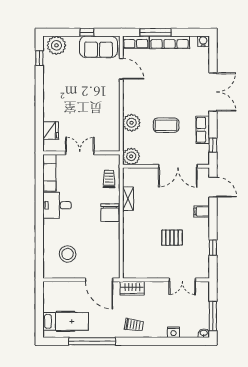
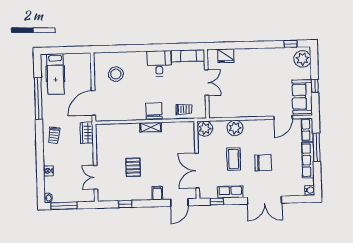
chair: (171, 92) -> (263, 163), added
shelving: (128, 199) -> (151, 127), moved
chair: (110, 213) -> (154, 111), turned 90

